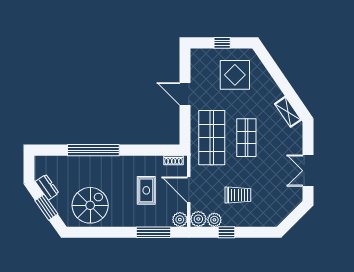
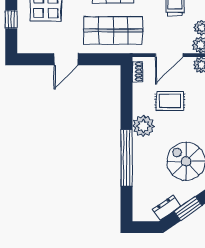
plant: (123, 166) -> (143, 126), added

